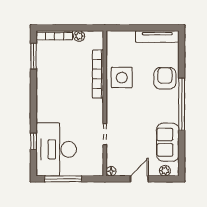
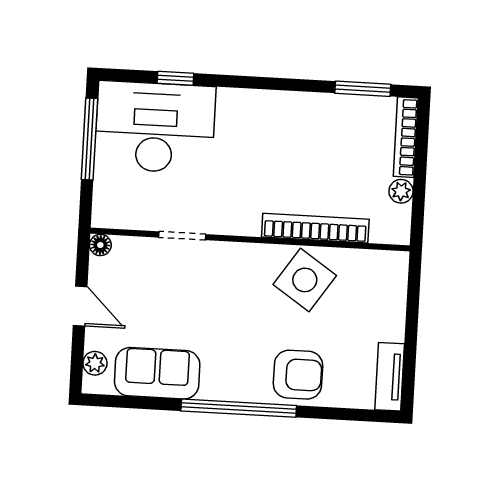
tv unit: (157, 37) -> (390, 377), width x0.71
side table: (122, 78) -> (305, 280), turned 34

